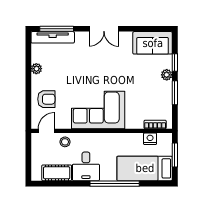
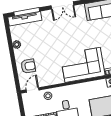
corner sofa: (98, 110) -> (83, 65), moved

